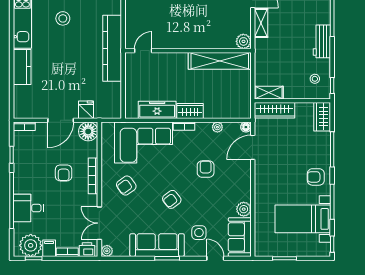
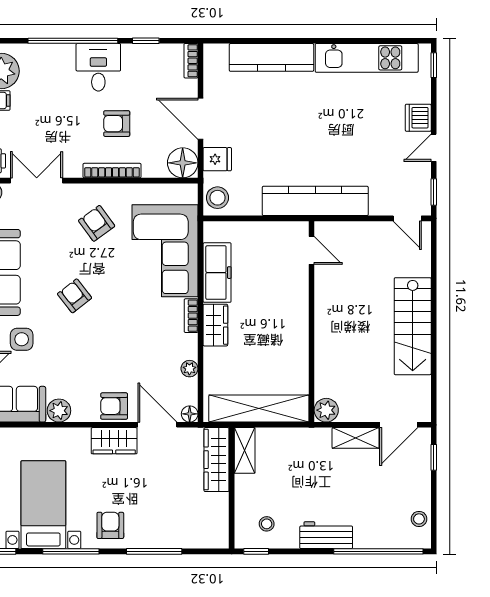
stool: (63, 18) -> (217, 198), moved
shelving: (220, 61) -> (259, 409), moved, turned 90
kitchen counter: (22, 67) -> (271, 57), width x1.50
wardrobe: (322, 117) -> (114, 441), moved, turned 180
armchair: (206, 169) -> (114, 406), moved, turned 180
desk: (28, 208) -> (98, 67), moved

